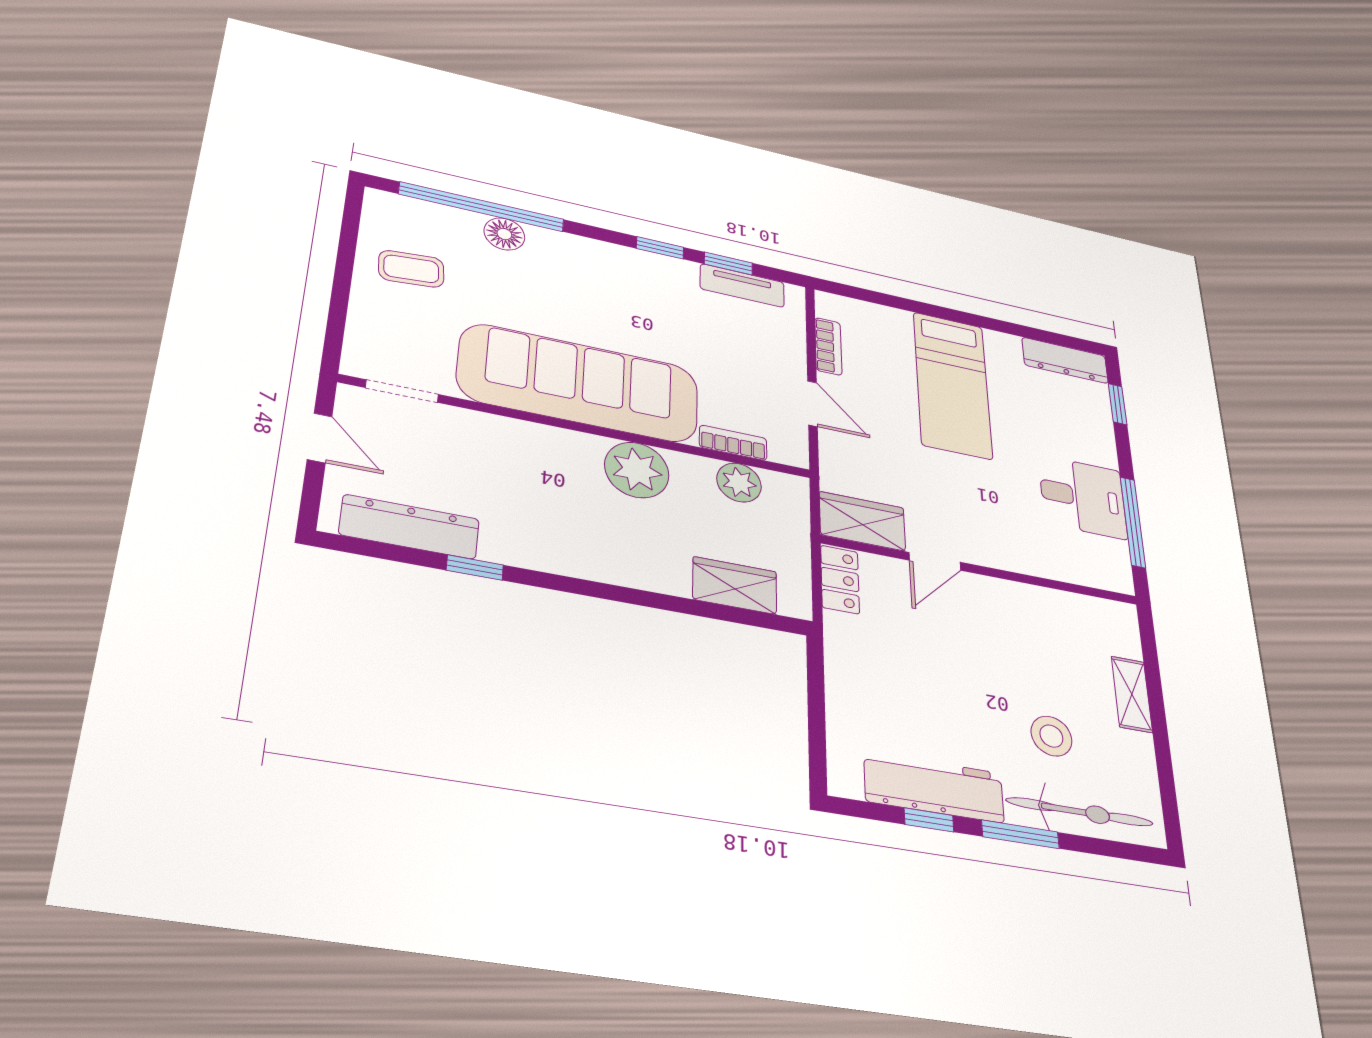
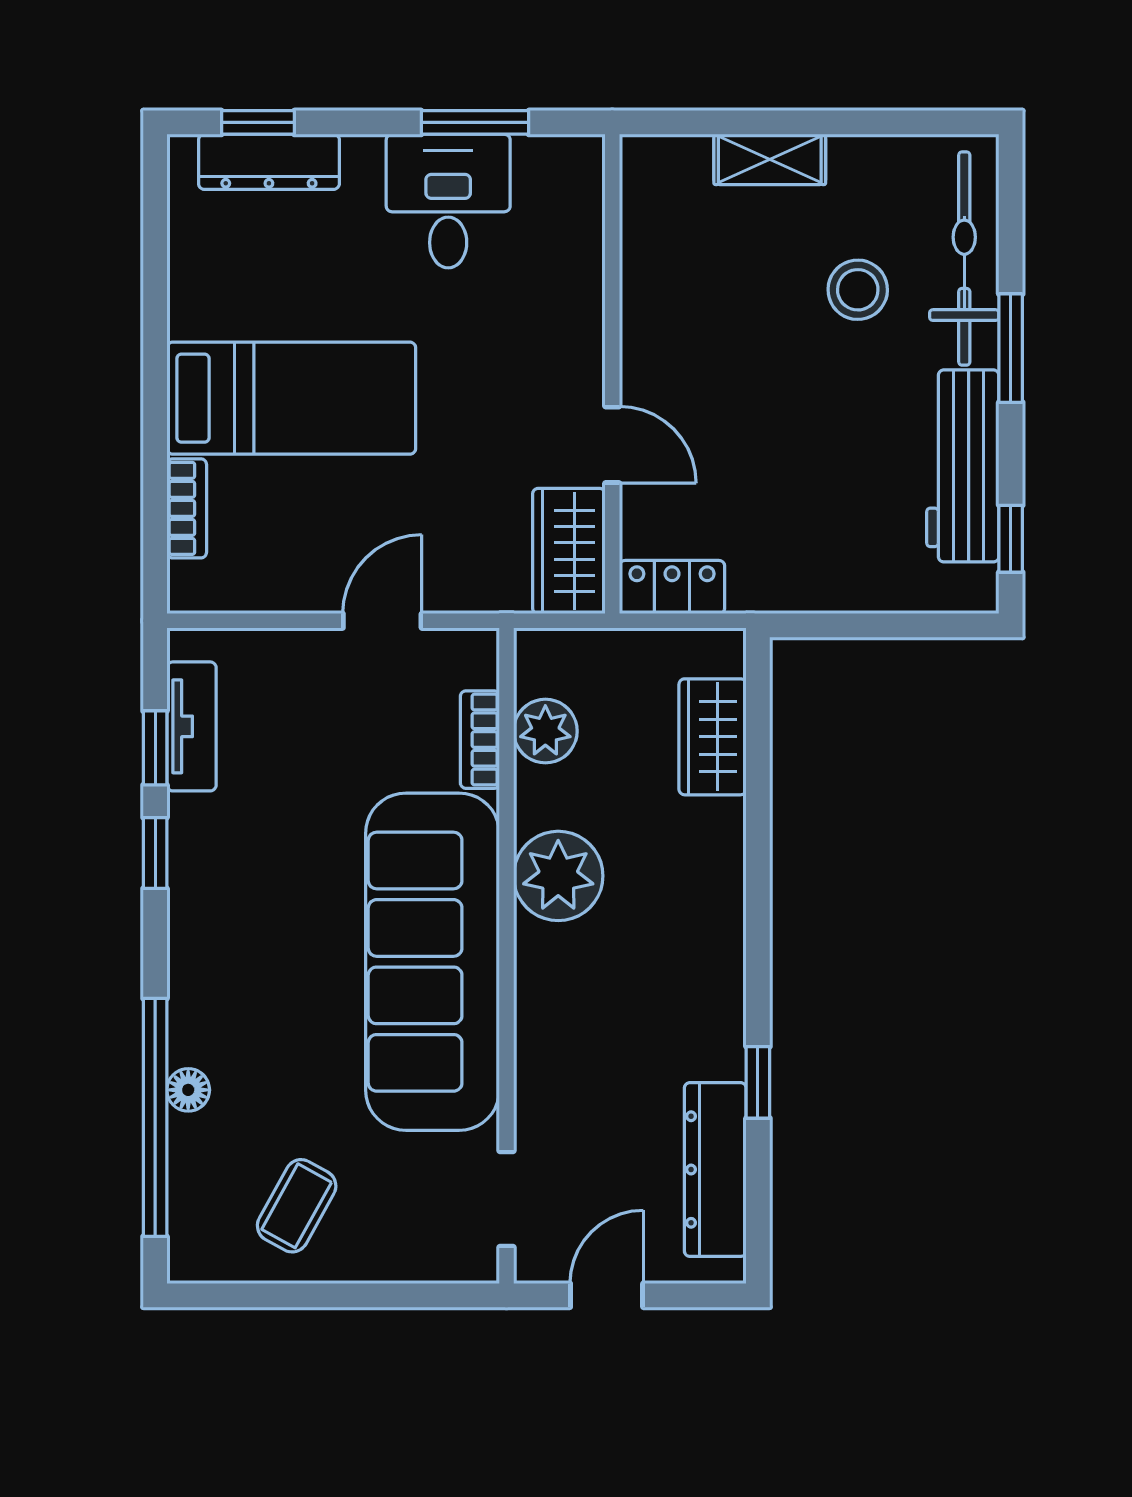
floor lamp: (504, 234) -> (188, 1090), width x0.73, depth x0.73
coffee table: (411, 269) -> (297, 1206), turned 34
bookcase: (828, 346) -> (187, 508), moved, turned 90
dresser: (1065, 360) -> (269, 162), moved, turned 90
window: (1133, 522) -> (475, 122), width x0.69
window: (929, 820) -> (1011, 539), moved

